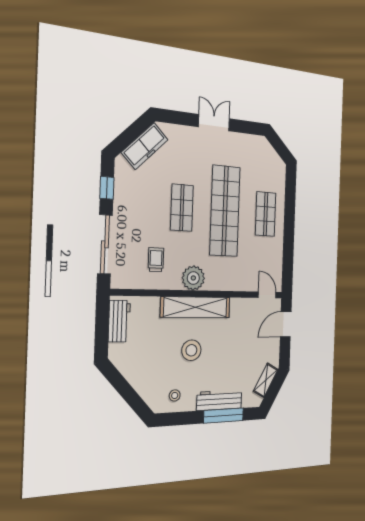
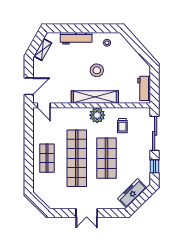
shop shelf: (182, 208) -> (107, 158), width x1.43, depth x1.36
window: (224, 416) -> (73, 28), removed

